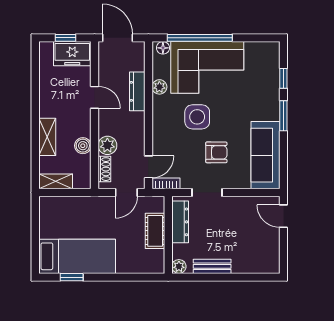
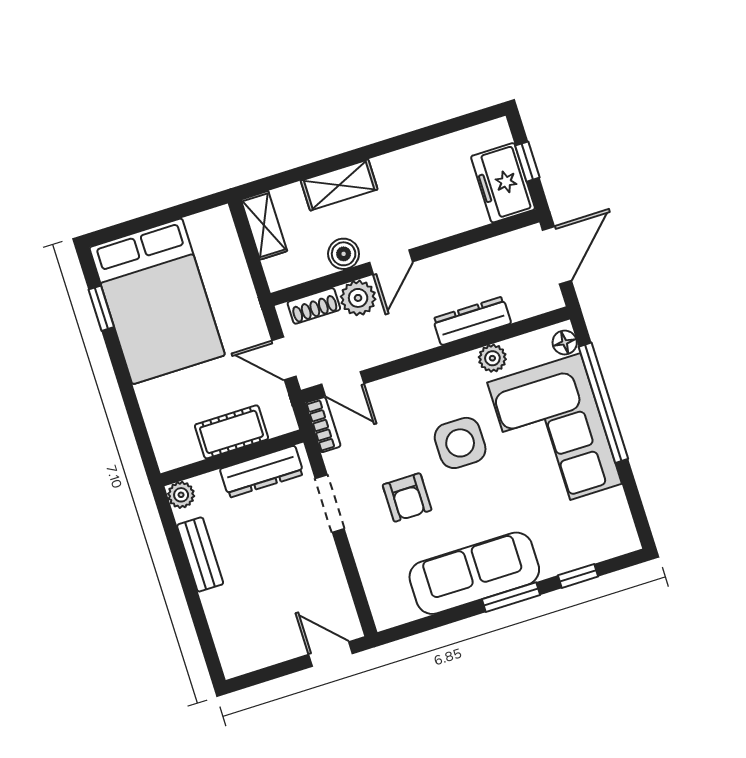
door: (95, 97) -> (391, 262), moved
sofa: (265, 155) -> (474, 573), moved
door: (283, 216) -> (331, 654), hinge flipped
bed: (77, 256) -> (157, 301), width x1.50

